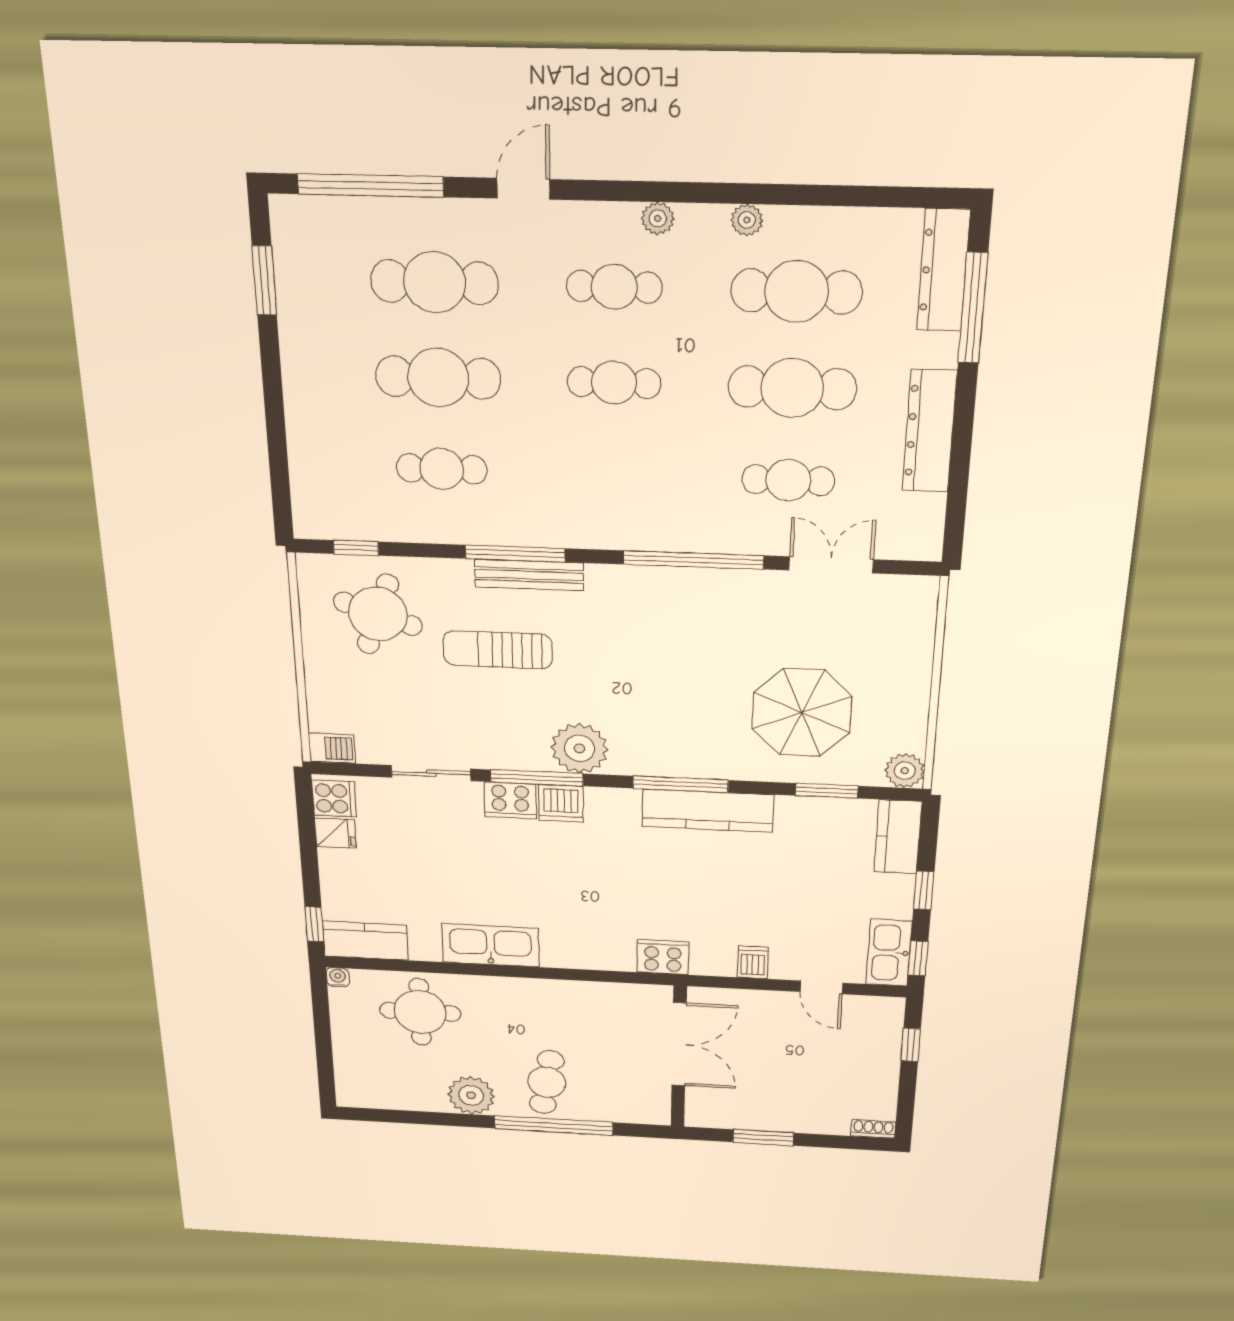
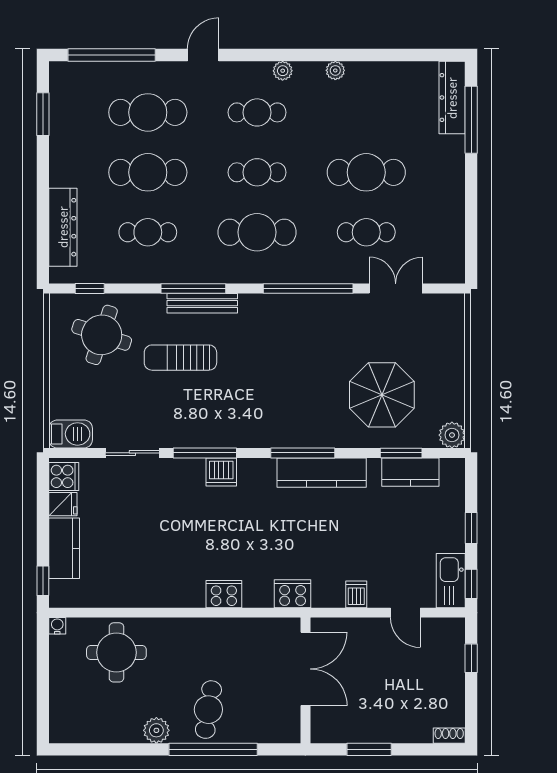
cafe table: (797, 291) -> (257, 232), moved
dresser: (930, 431) -> (63, 227), moved, turned 180
barbecue: (332, 748) -> (71, 434), width x1.38, depth x1.27
plant: (579, 748) -> (234, 429), removed
cooker: (510, 800) -> (224, 594), moved, turned 180
kitchen counter: (898, 837) -> (410, 472), moved, turned -90
kitchen counter: (365, 941) -> (64, 548), moved, turned 90
kitchen sink: (490, 945) -> (170, 591), removed
plant: (471, 1095) -> (156, 730), width x0.73, depth x0.73

